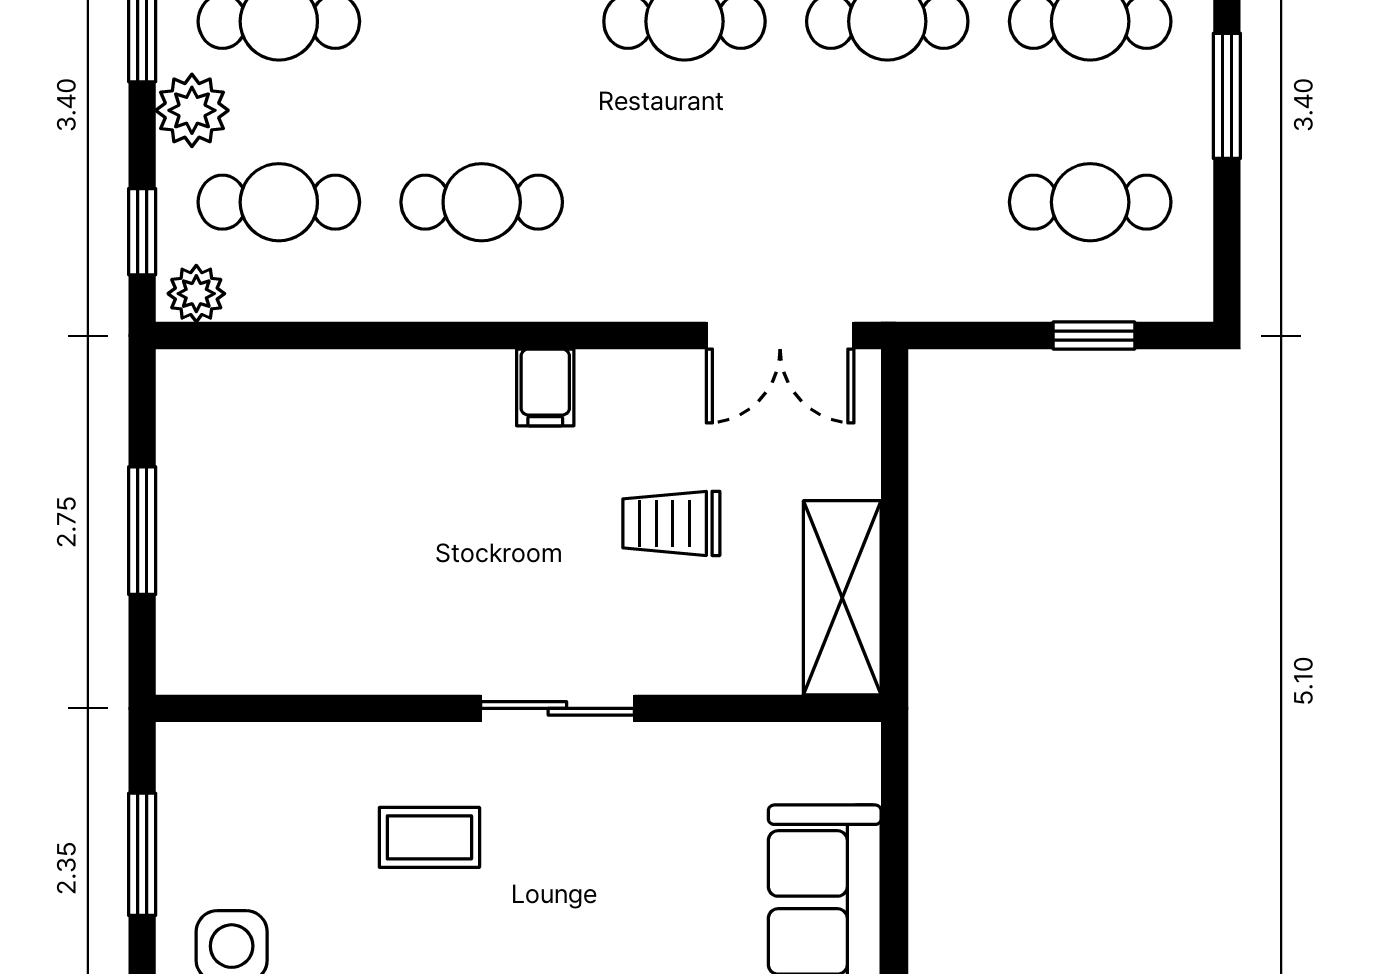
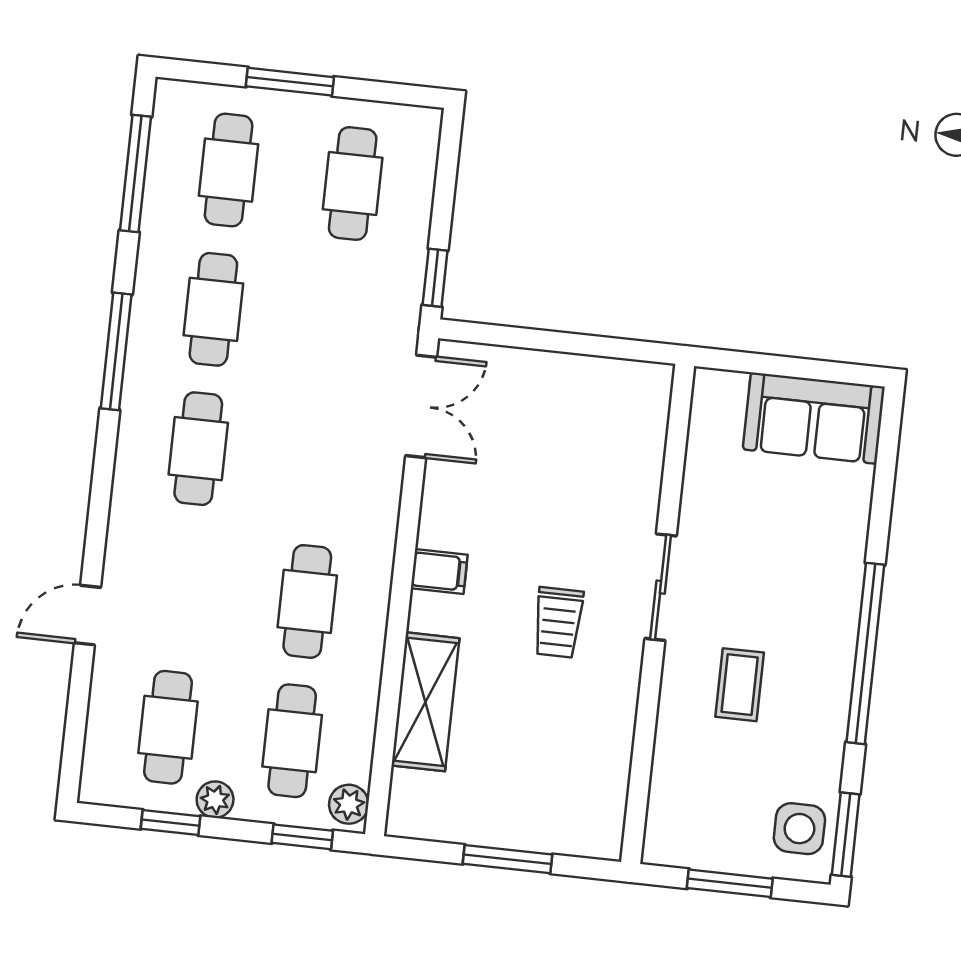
plant: (192, 110) -> (215, 800), width x0.73, depth x0.73
window: (1094, 336) -> (435, 278), moved
trolley: (671, 523) -> (558, 622), moved
shelving: (842, 598) -> (425, 702), moved, turned 90

